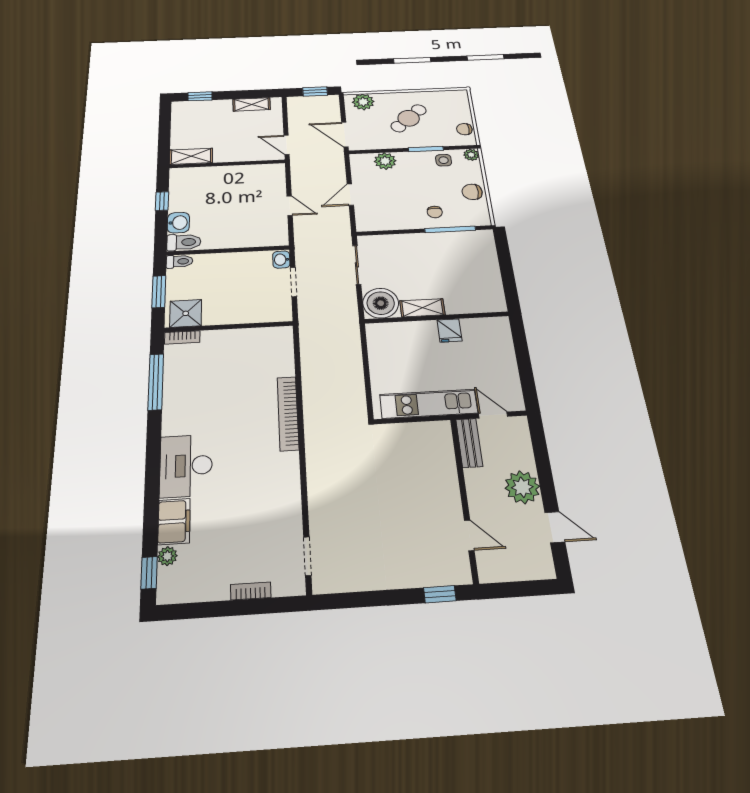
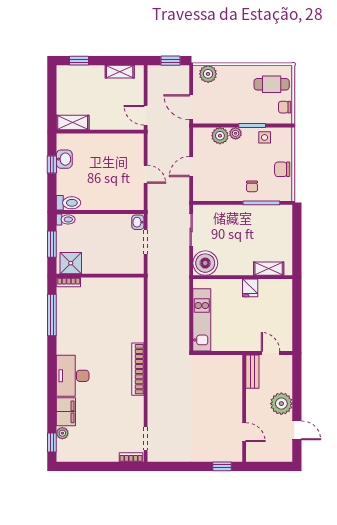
cafe table: (409, 118) -> (272, 84), moved, turned 43
plant: (471, 155) -> (236, 133), moved
washbasin: (178, 223) -> (64, 159), moved
shelving: (422, 308) -> (269, 269), moved
kitchen unit: (429, 404) -> (202, 320), moved, turned 90
bookcase: (288, 413) -> (138, 369), moved
bookcase: (251, 591) -> (131, 457), moved

